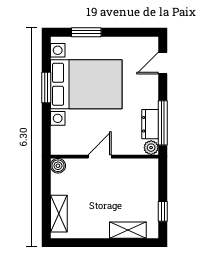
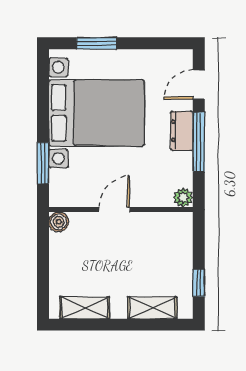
window: (46, 88) -> (43, 163), moved
window: (163, 123) -> (199, 142), moved
dresser: (150, 124) -> (182, 131), moved
shelving: (59, 214) -> (85, 308), moved, turned 90

